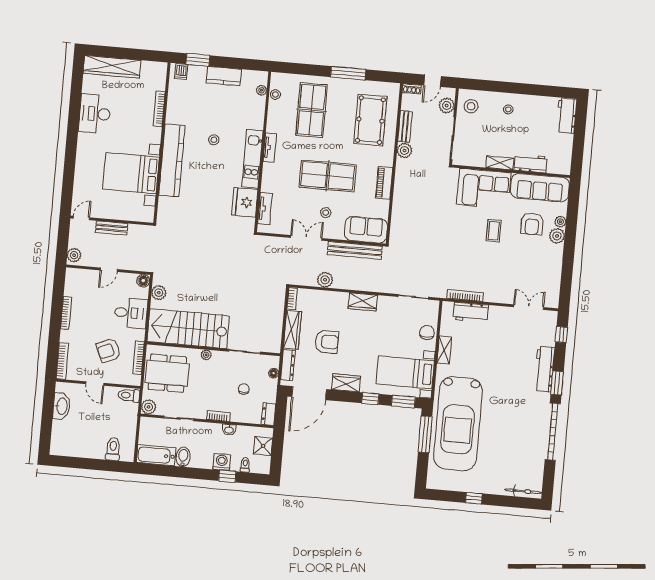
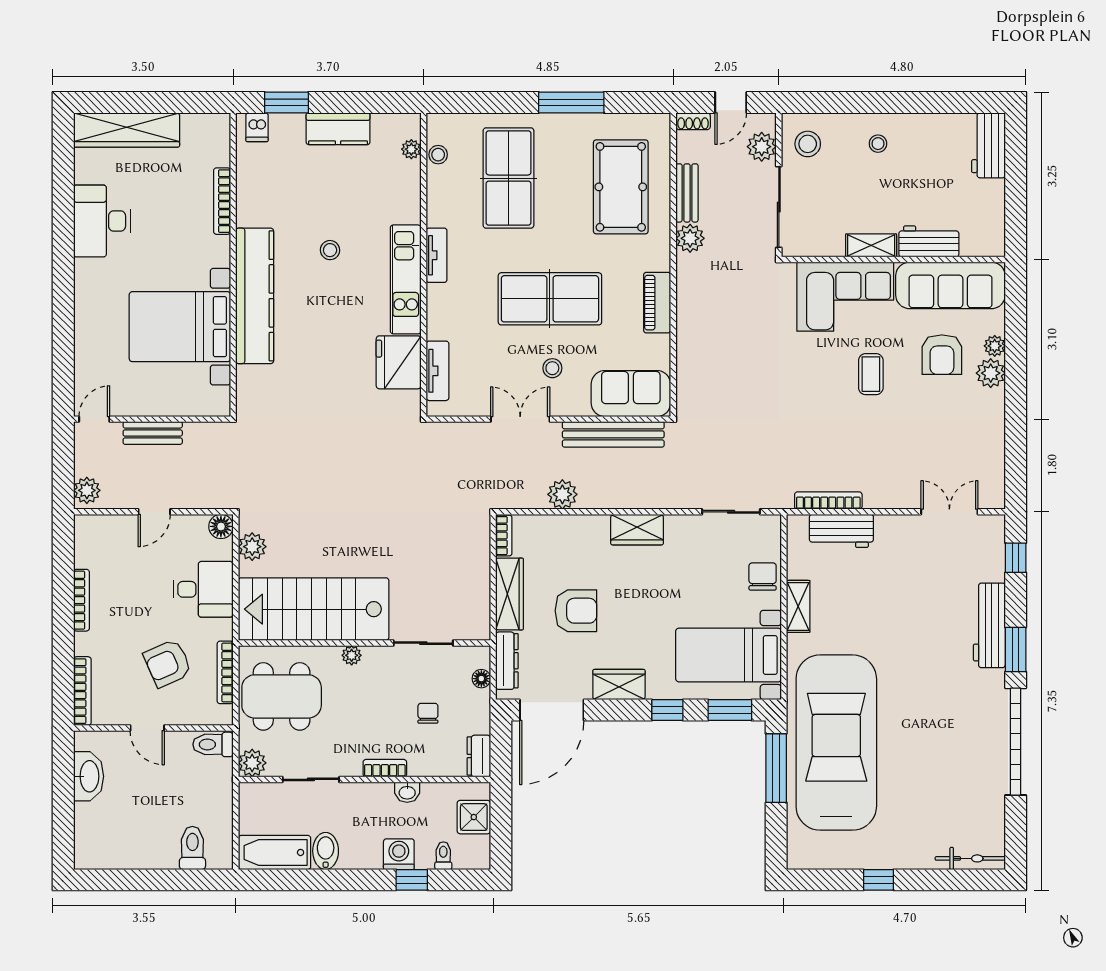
car: (458, 424) -> (836, 743), turned 180

